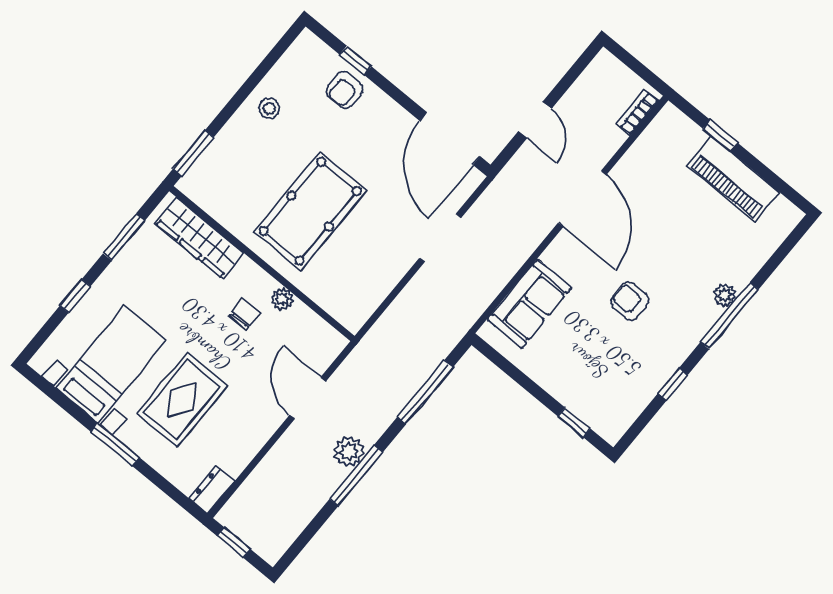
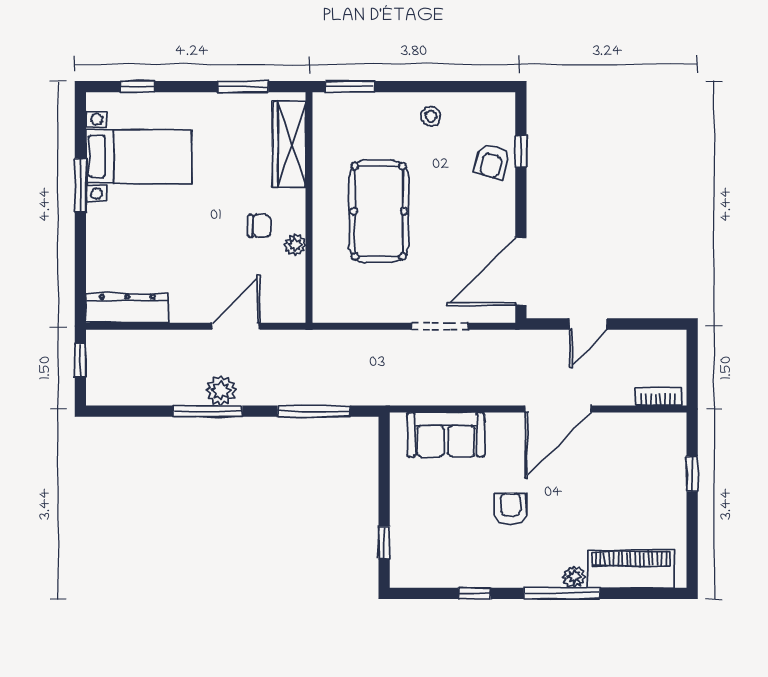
armchair: (345, 90) -> (492, 161), turned -75
piano: (733, 179) -> (631, 569), moved, turned 90
pool table: (310, 211) -> (379, 211), turned 90
window: (75, 296) -> (137, 87), moved
rug: (182, 400) -> (156, 232), removed
window: (115, 444) -> (80, 185), moved
dresser: (212, 490) -> (127, 308), width x1.96, depth x1.24

